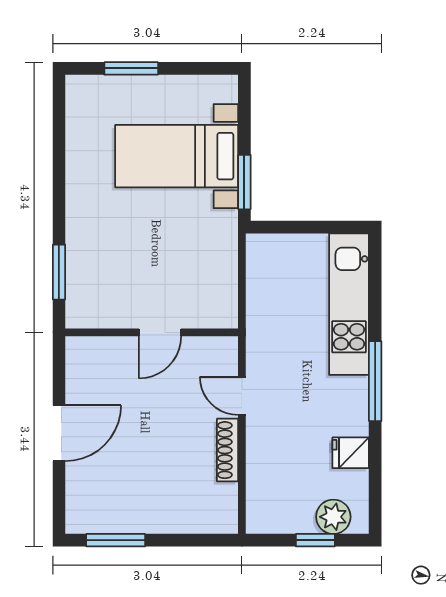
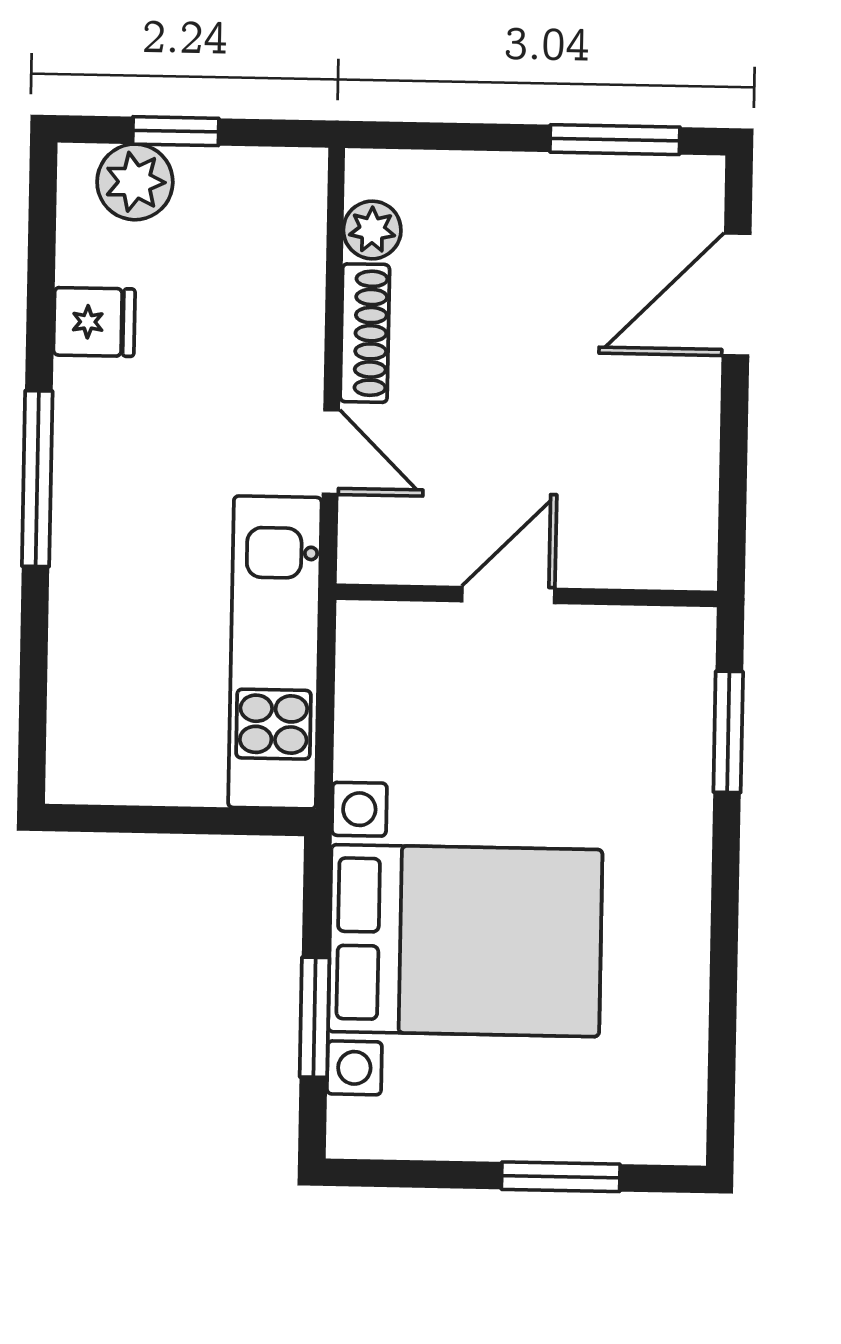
bed with nightstands: (177, 156) -> (465, 941), width x1.36
window: (244, 182) -> (315, 1017), moved
kitchen unit: (349, 304) -> (275, 652), moved, turned 180
door: (59, 433) -> (737, 294), moved
plant: (225, 497) -> (372, 230), added

